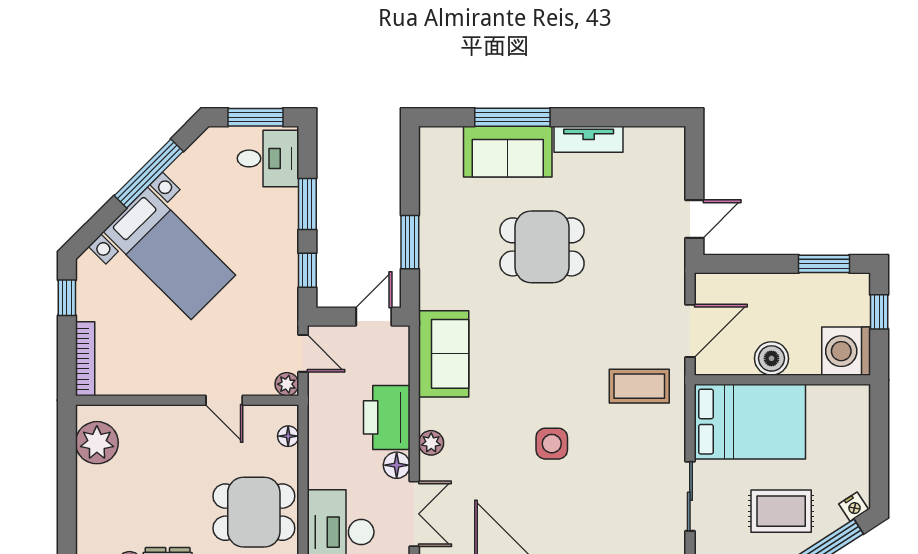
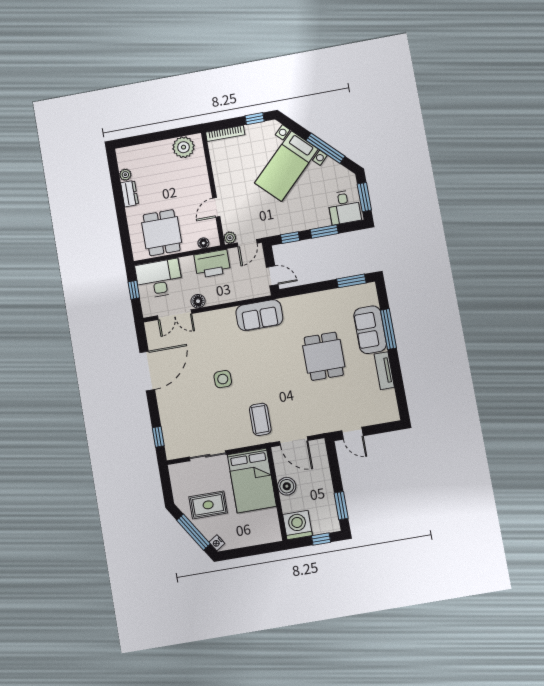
window: (410, 242) -> (351, 281), moved
printer: (387, 417) -> (212, 264), moved, turned 180
plant: (431, 443) -> (212, 317), removed
rug: (781, 511) -> (208, 505), turned 90

